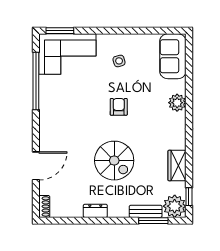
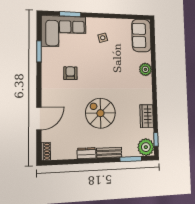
window: (60, 31) -> (70, 14), moved
window: (36, 81) -> (39, 51), width x0.47
armchair: (119, 107) -> (70, 73), moved
spiral stairs: (114, 161) -> (100, 113), turned 180
bench: (146, 211) -> (109, 153), moved

